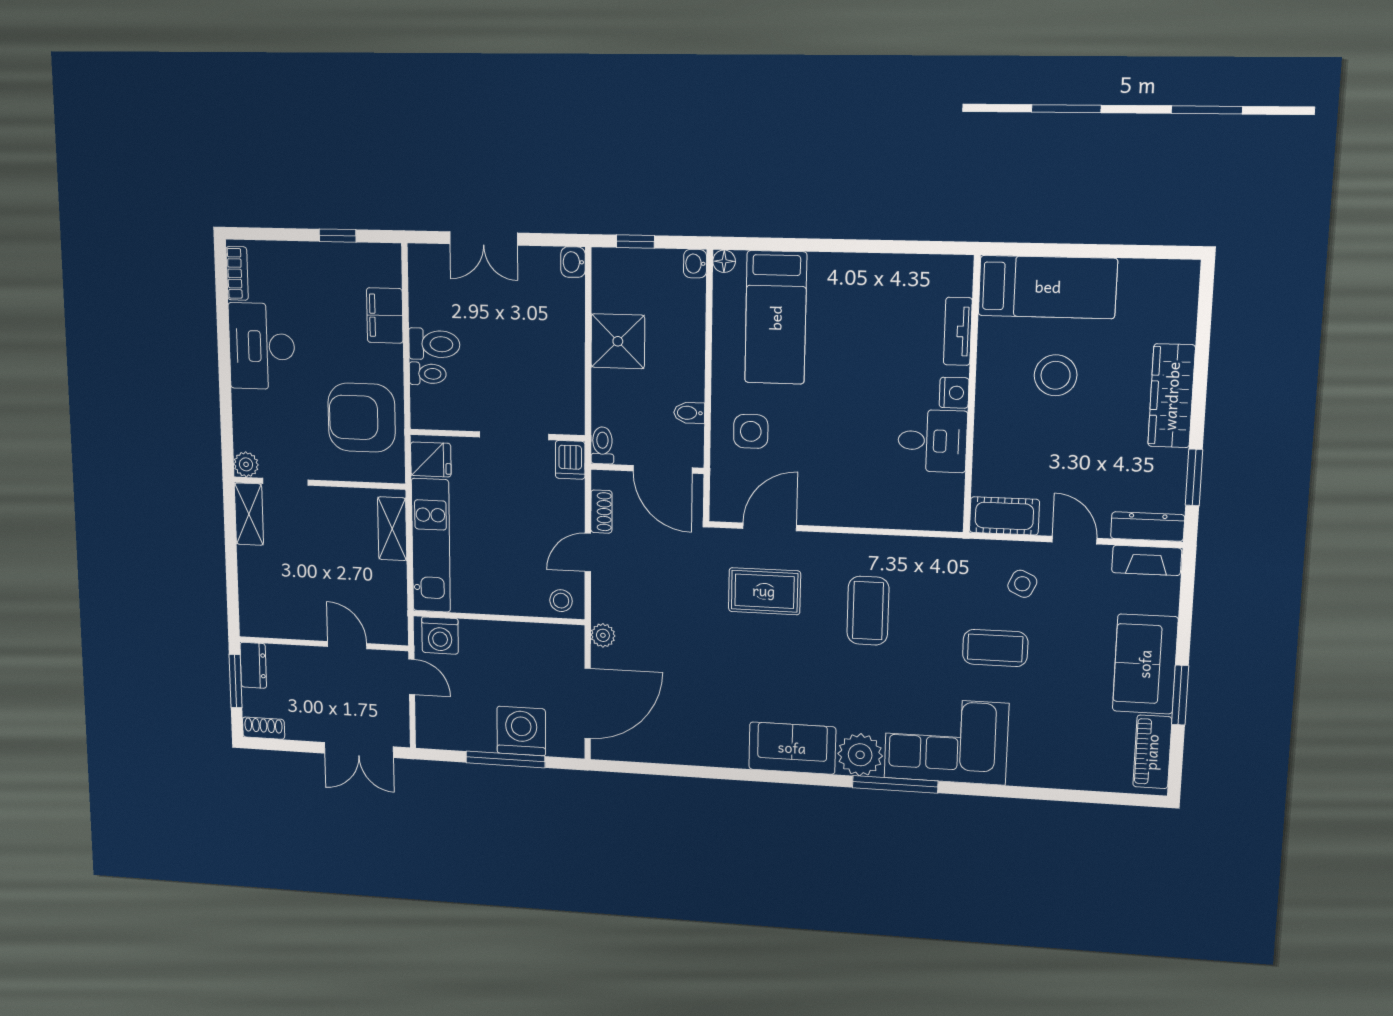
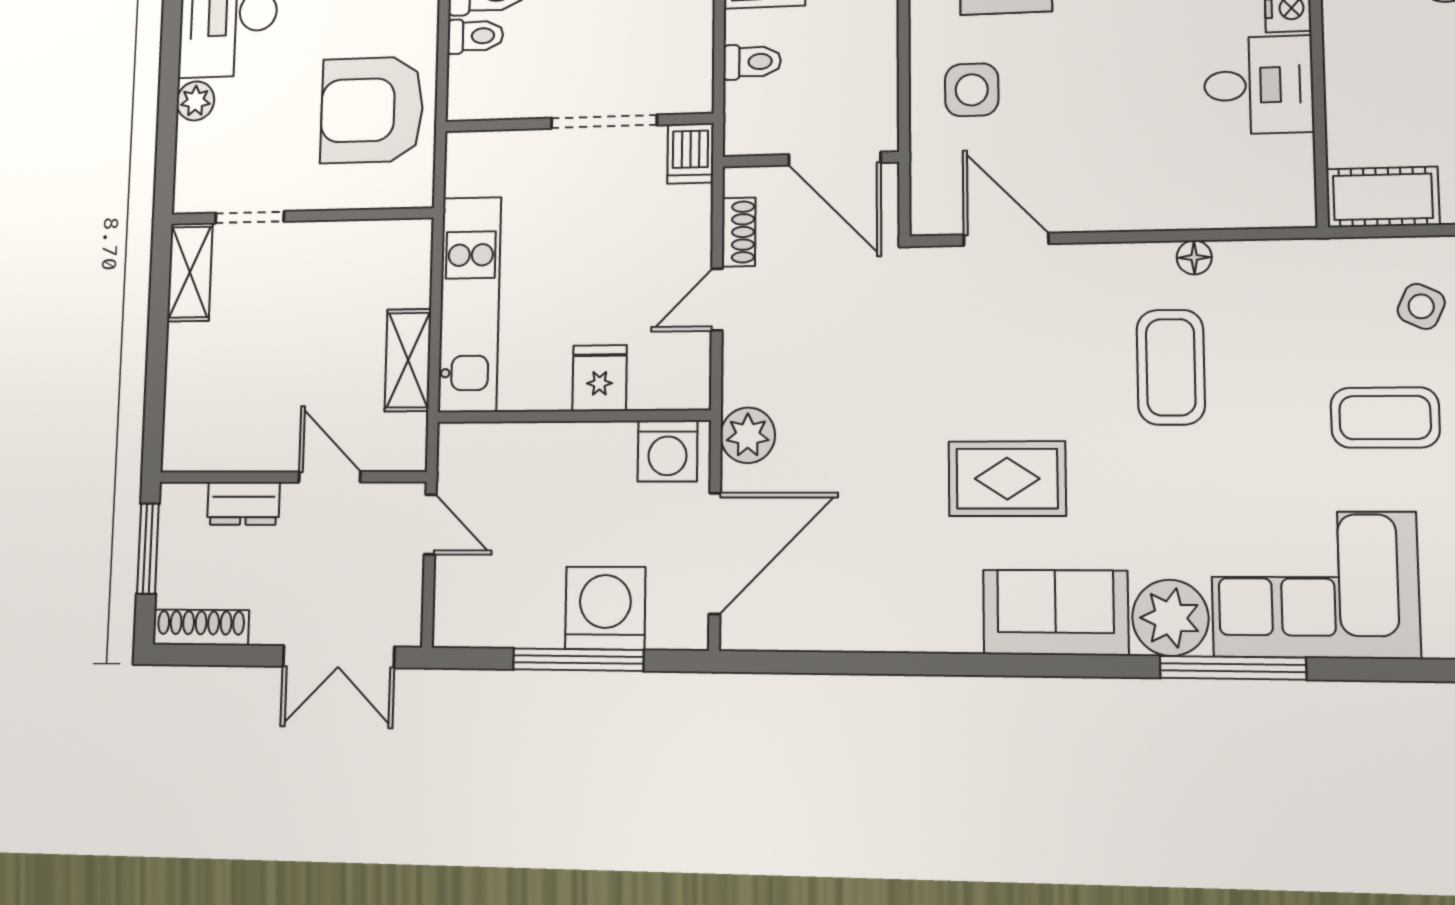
bidet: (689, 413) -> (875, 68), removed
toilet: (602, 445) -> (752, 62), moved, turned 90
fridge: (431, 459) -> (600, 378), moved, turned -90
plant: (246, 464) -> (195, 101), moved
door: (770, 527) -> (1006, 239), hinge flipped
shelving: (392, 529) -> (408, 360), moved
floor lamp: (886, 546) -> (1194, 257), added
rug: (764, 591) -> (1007, 479), moved
stool: (561, 601) -> (673, 381), removed
plant: (603, 635) -> (748, 435), width x1.38, depth x1.38
washing machine: (440, 636) -> (668, 451), moved
dresser: (253, 665) -> (243, 503), moved, turned 90
shoe rack: (264, 728) -> (201, 627), width x1.43

